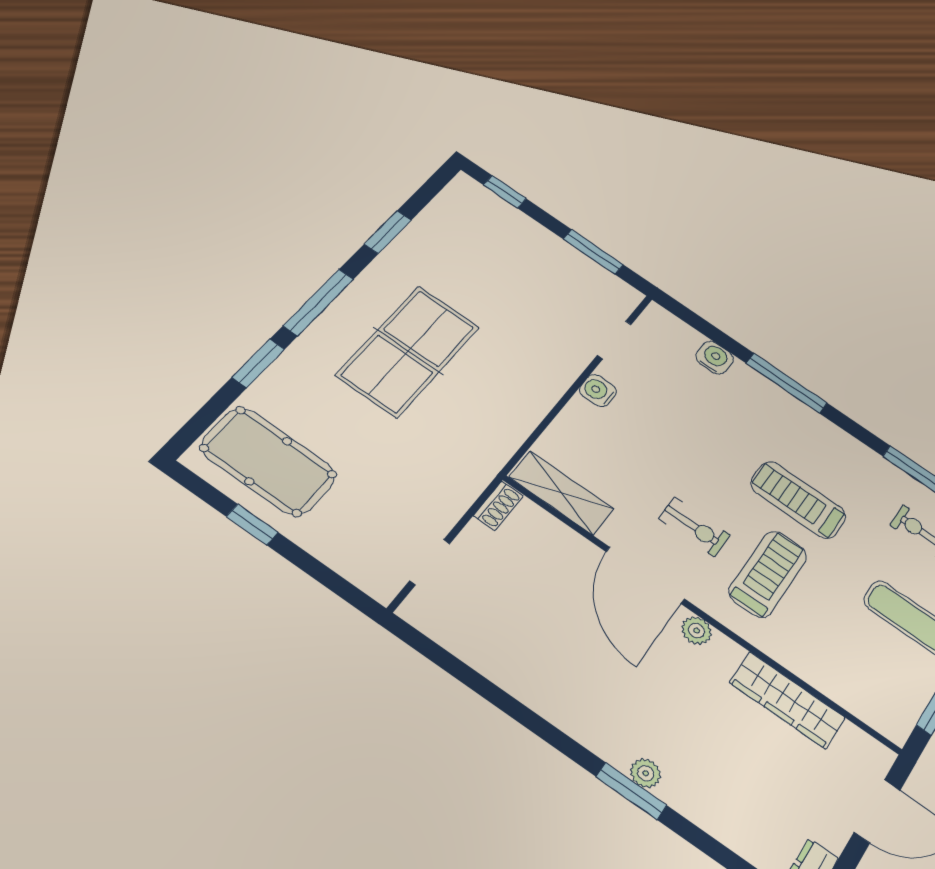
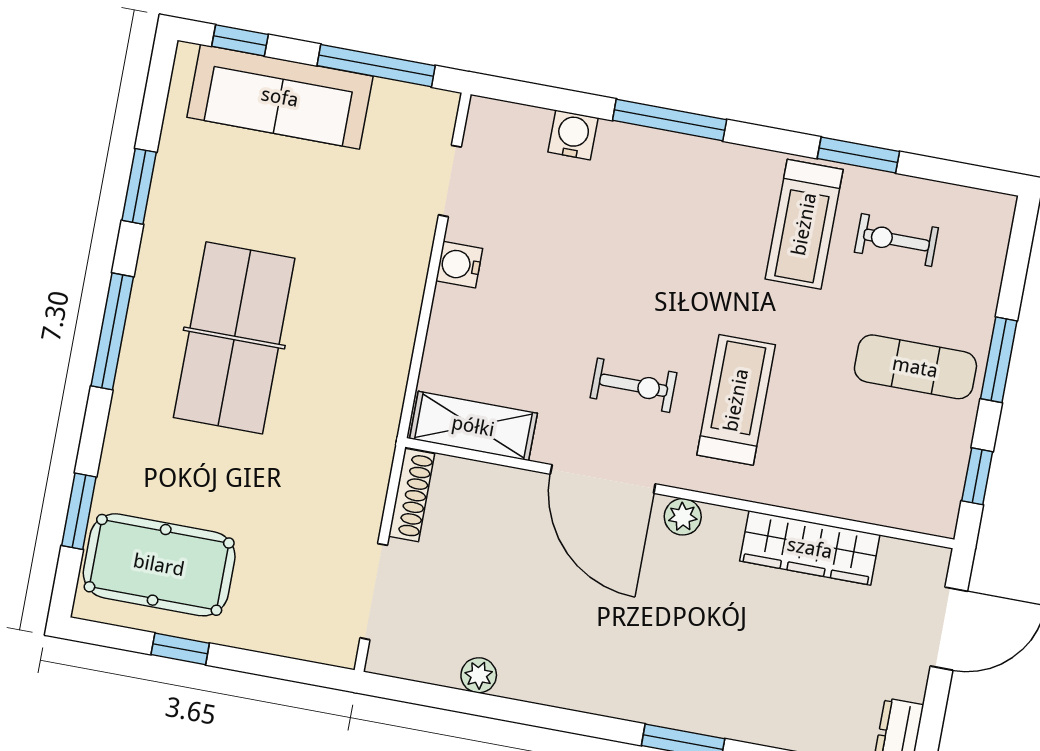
sofa: (517, 235) -> (280, 97), added
window: (593, 252) -> (376, 66), width x1.44
window: (258, 363) -> (79, 511), moved
treadmill: (798, 500) -> (804, 224), moved, turned -90
shoe rack: (498, 506) -> (412, 495), width x1.43
doorway: (430, 562) -> (374, 592), width x1.38
plant: (646, 773) -> (479, 675), moved

